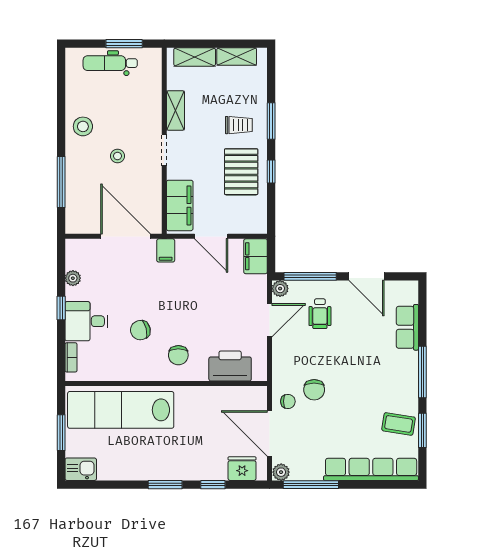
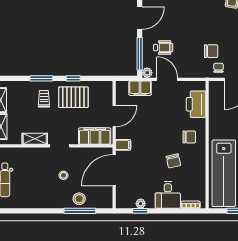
stool: (83, 126) -> (79, 199), moved
filing cabinet: (256, 256) -> (140, 88), moved
window: (61, 308) -> (140, 211), moved

